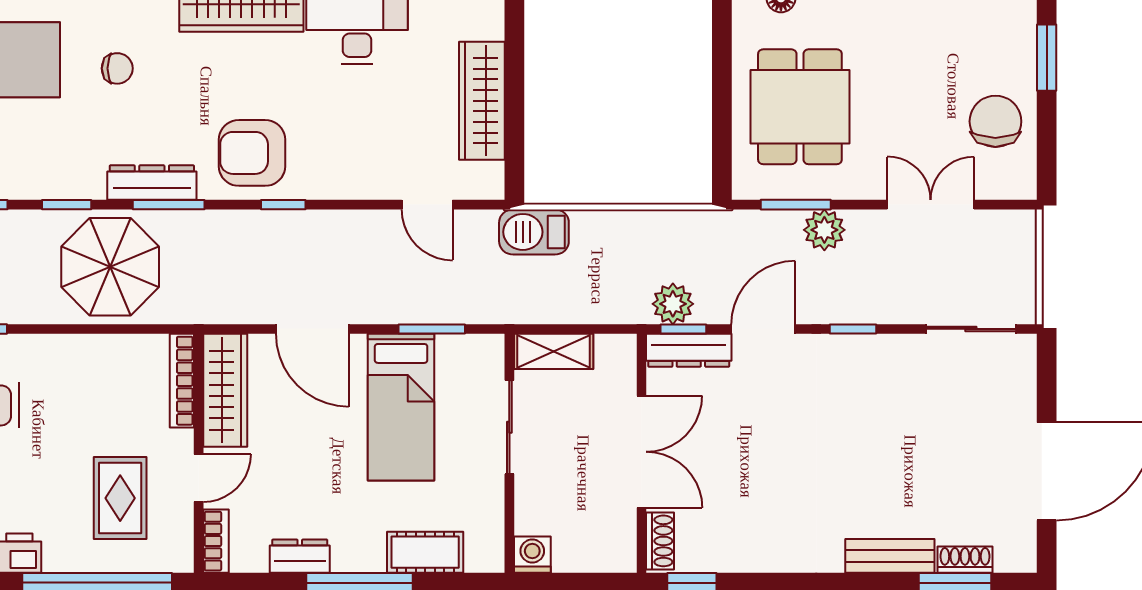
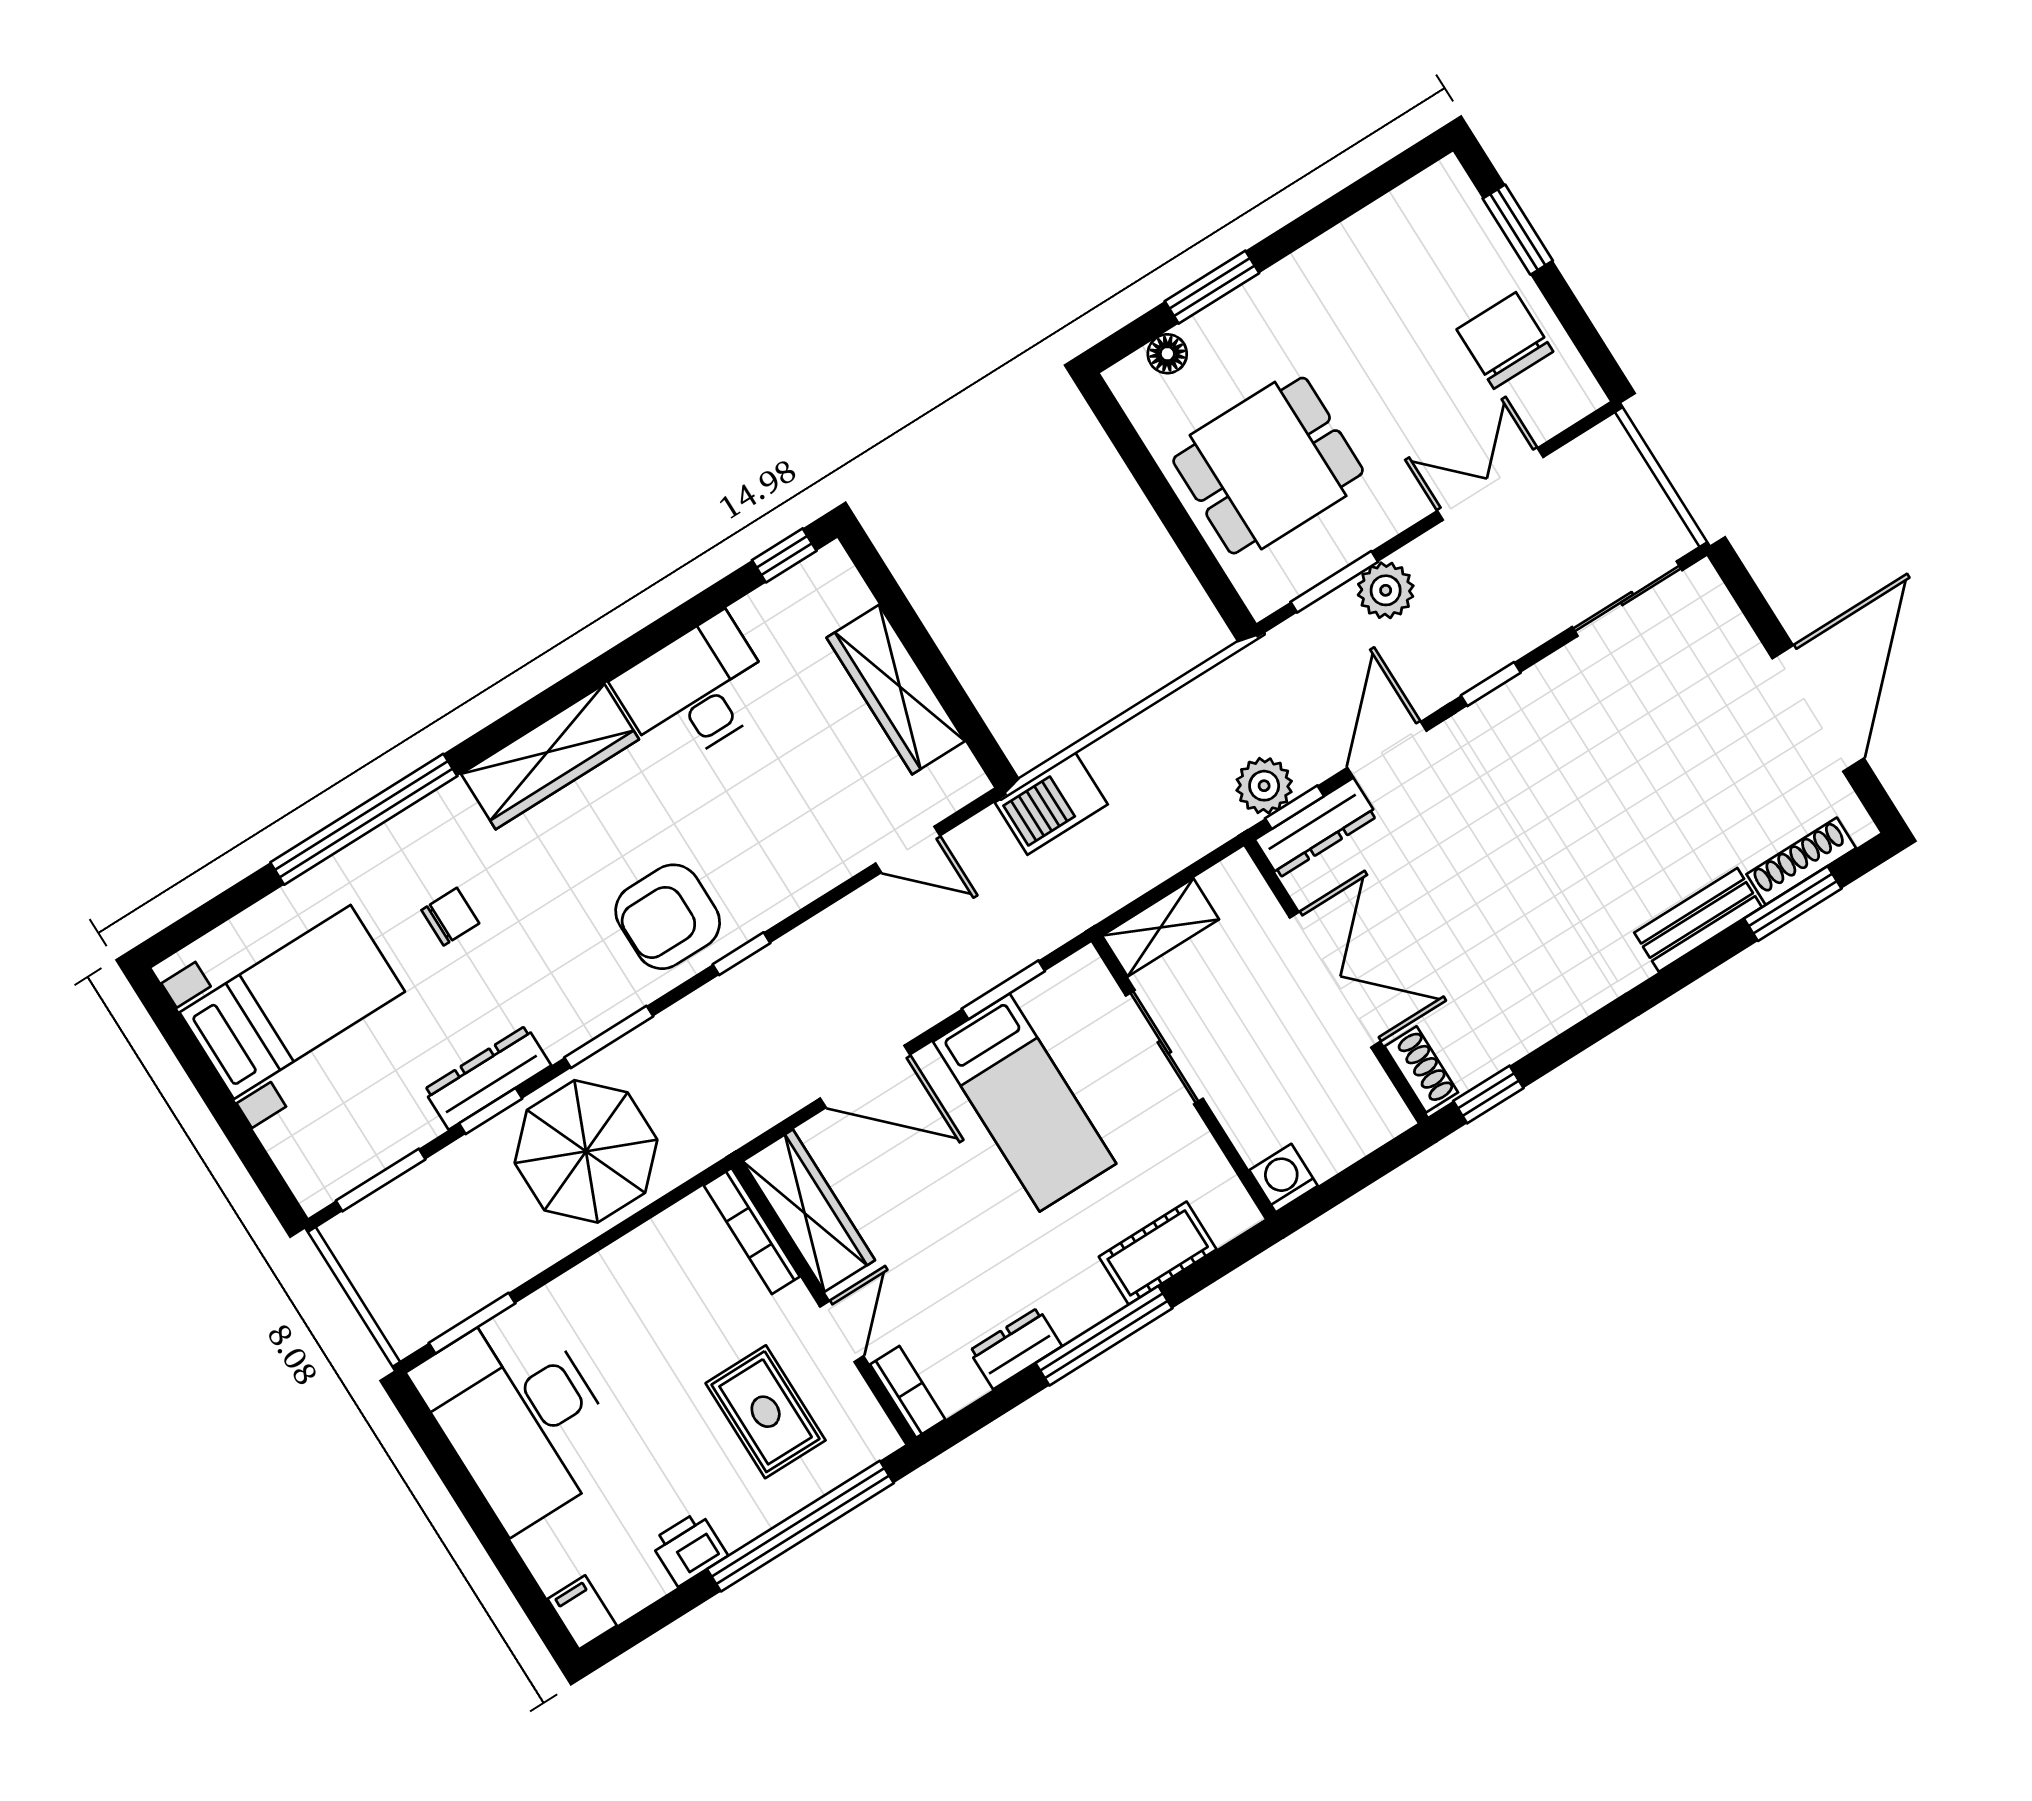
dining table: (800, 107) -> (1268, 466), turned 90
dresser: (152, 183) -> (487, 1077), moved
shoe rack: (965, 560) -> (1801, 861), width x1.43

